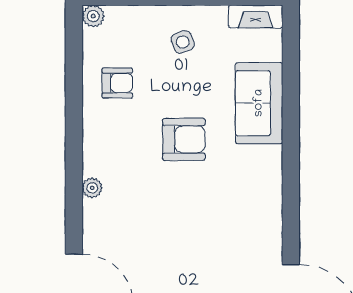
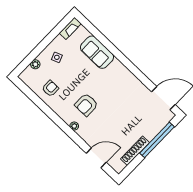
plant: (93, 16) -> (35, 64), moved
armchair: (184, 139) -> (86, 105), moved, turned 180

